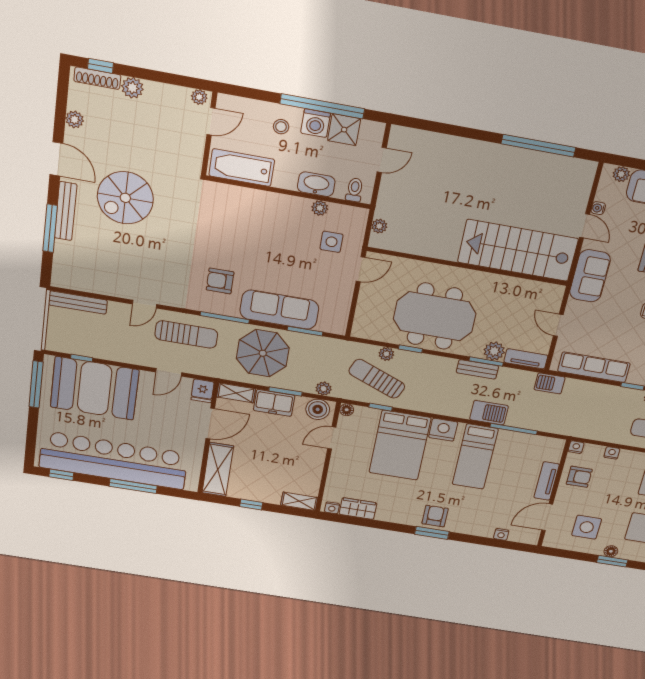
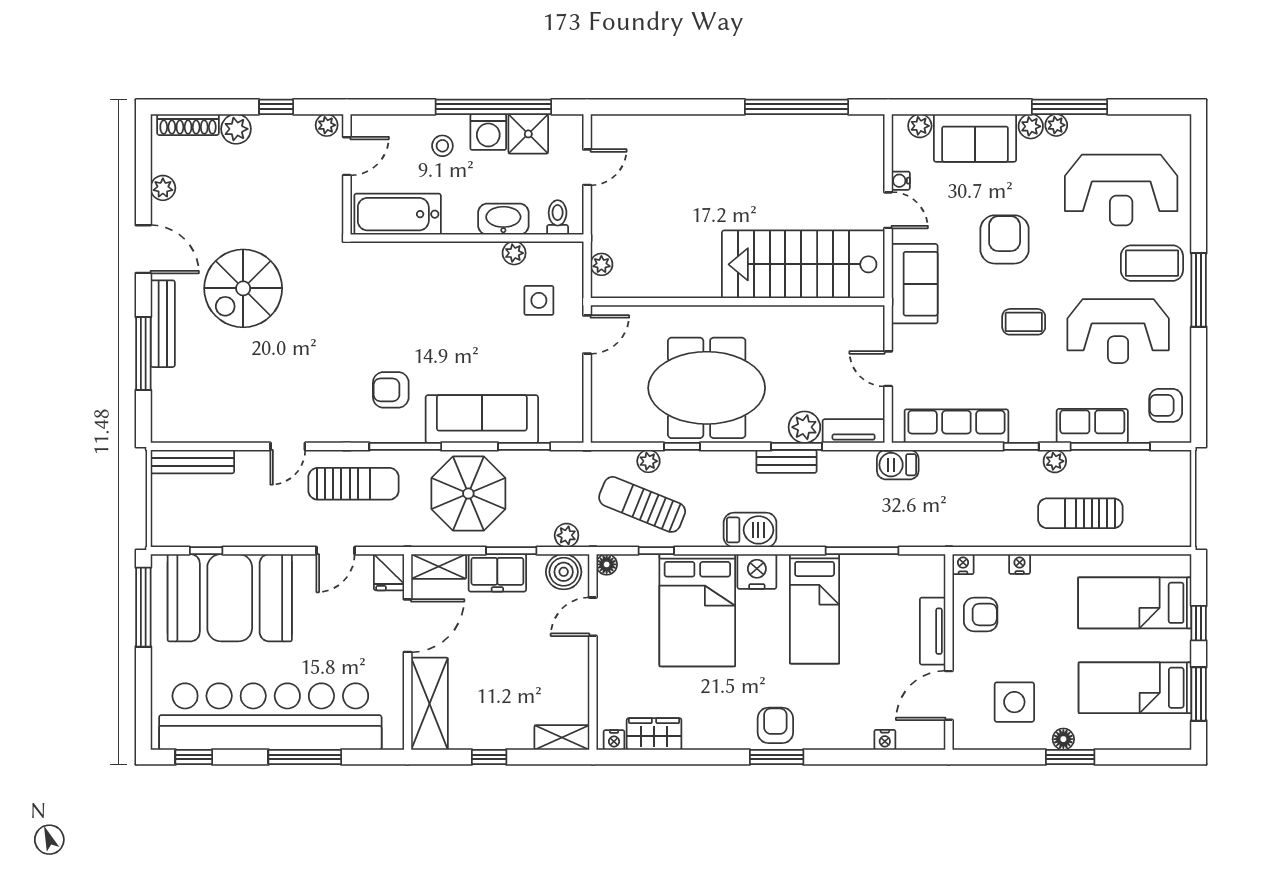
window: (101, 66) -> (276, 107), moved
barbecue: (489, 413) -> (750, 530), moved

